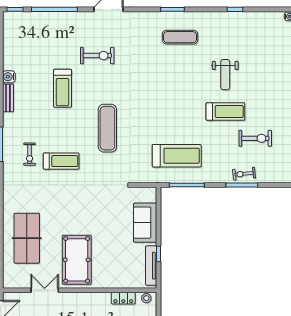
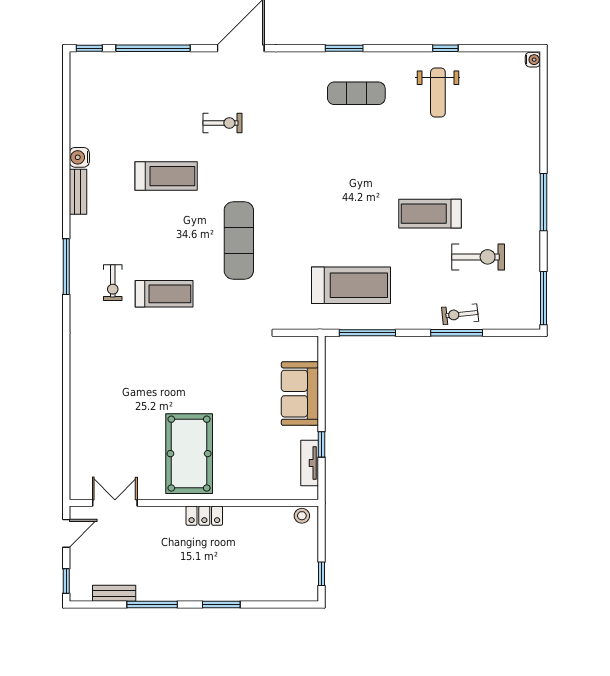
exercise bike: (97, 56) -> (222, 123), width x0.73, depth x0.72
weight bench: (225, 75) -> (438, 93), moved
treadmill: (63, 88) -> (166, 176), turned -90
treadmill: (225, 112) -> (430, 214), turned 180
table tennis table: (27, 238) -> (108, 419), removed
tv unit: (151, 266) -> (310, 463), width x0.71
double door: (45, 290) -> (115, 503), moved
locker: (123, 298) -> (204, 516), moved

